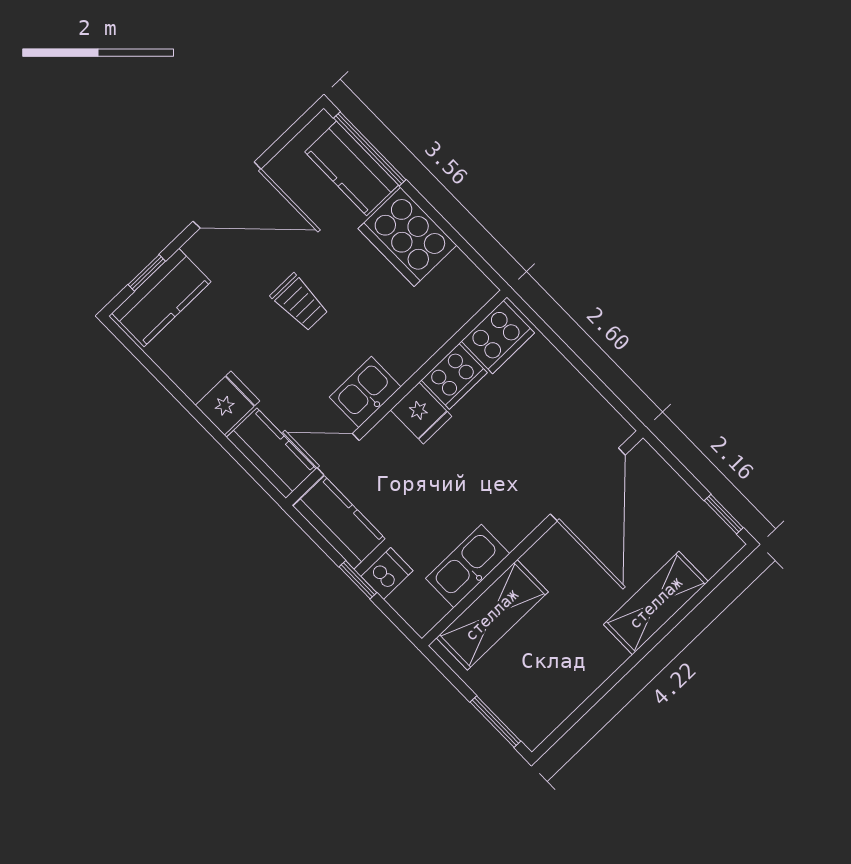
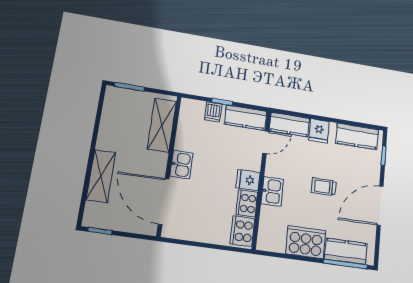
kitchen counter: (161, 297) -> (357, 136), moved, turned -90
kitchen sink: (365, 392) -> (272, 191), moved
kitchen sink: (468, 566) -> (181, 165), moved, width x0.73

